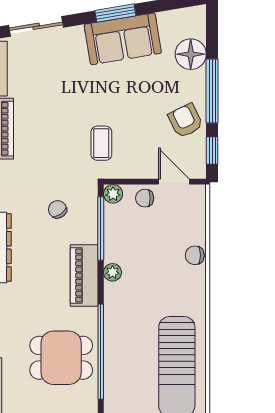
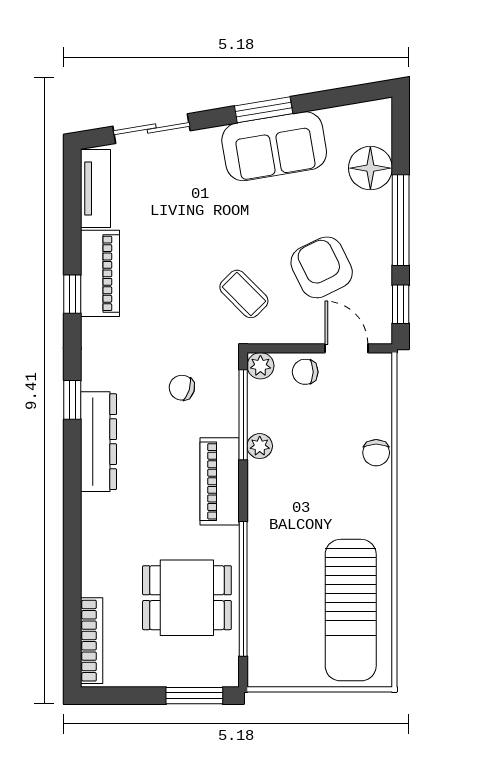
armchair: (185, 121) -> (322, 267), moved, width x1.38, depth x1.38
coffee table: (101, 143) -> (244, 294), turned -45
chair: (58, 209) -> (182, 388), turned -39
chair: (195, 255) -> (376, 453), turned -90
plant: (113, 272) -> (260, 446), moved

